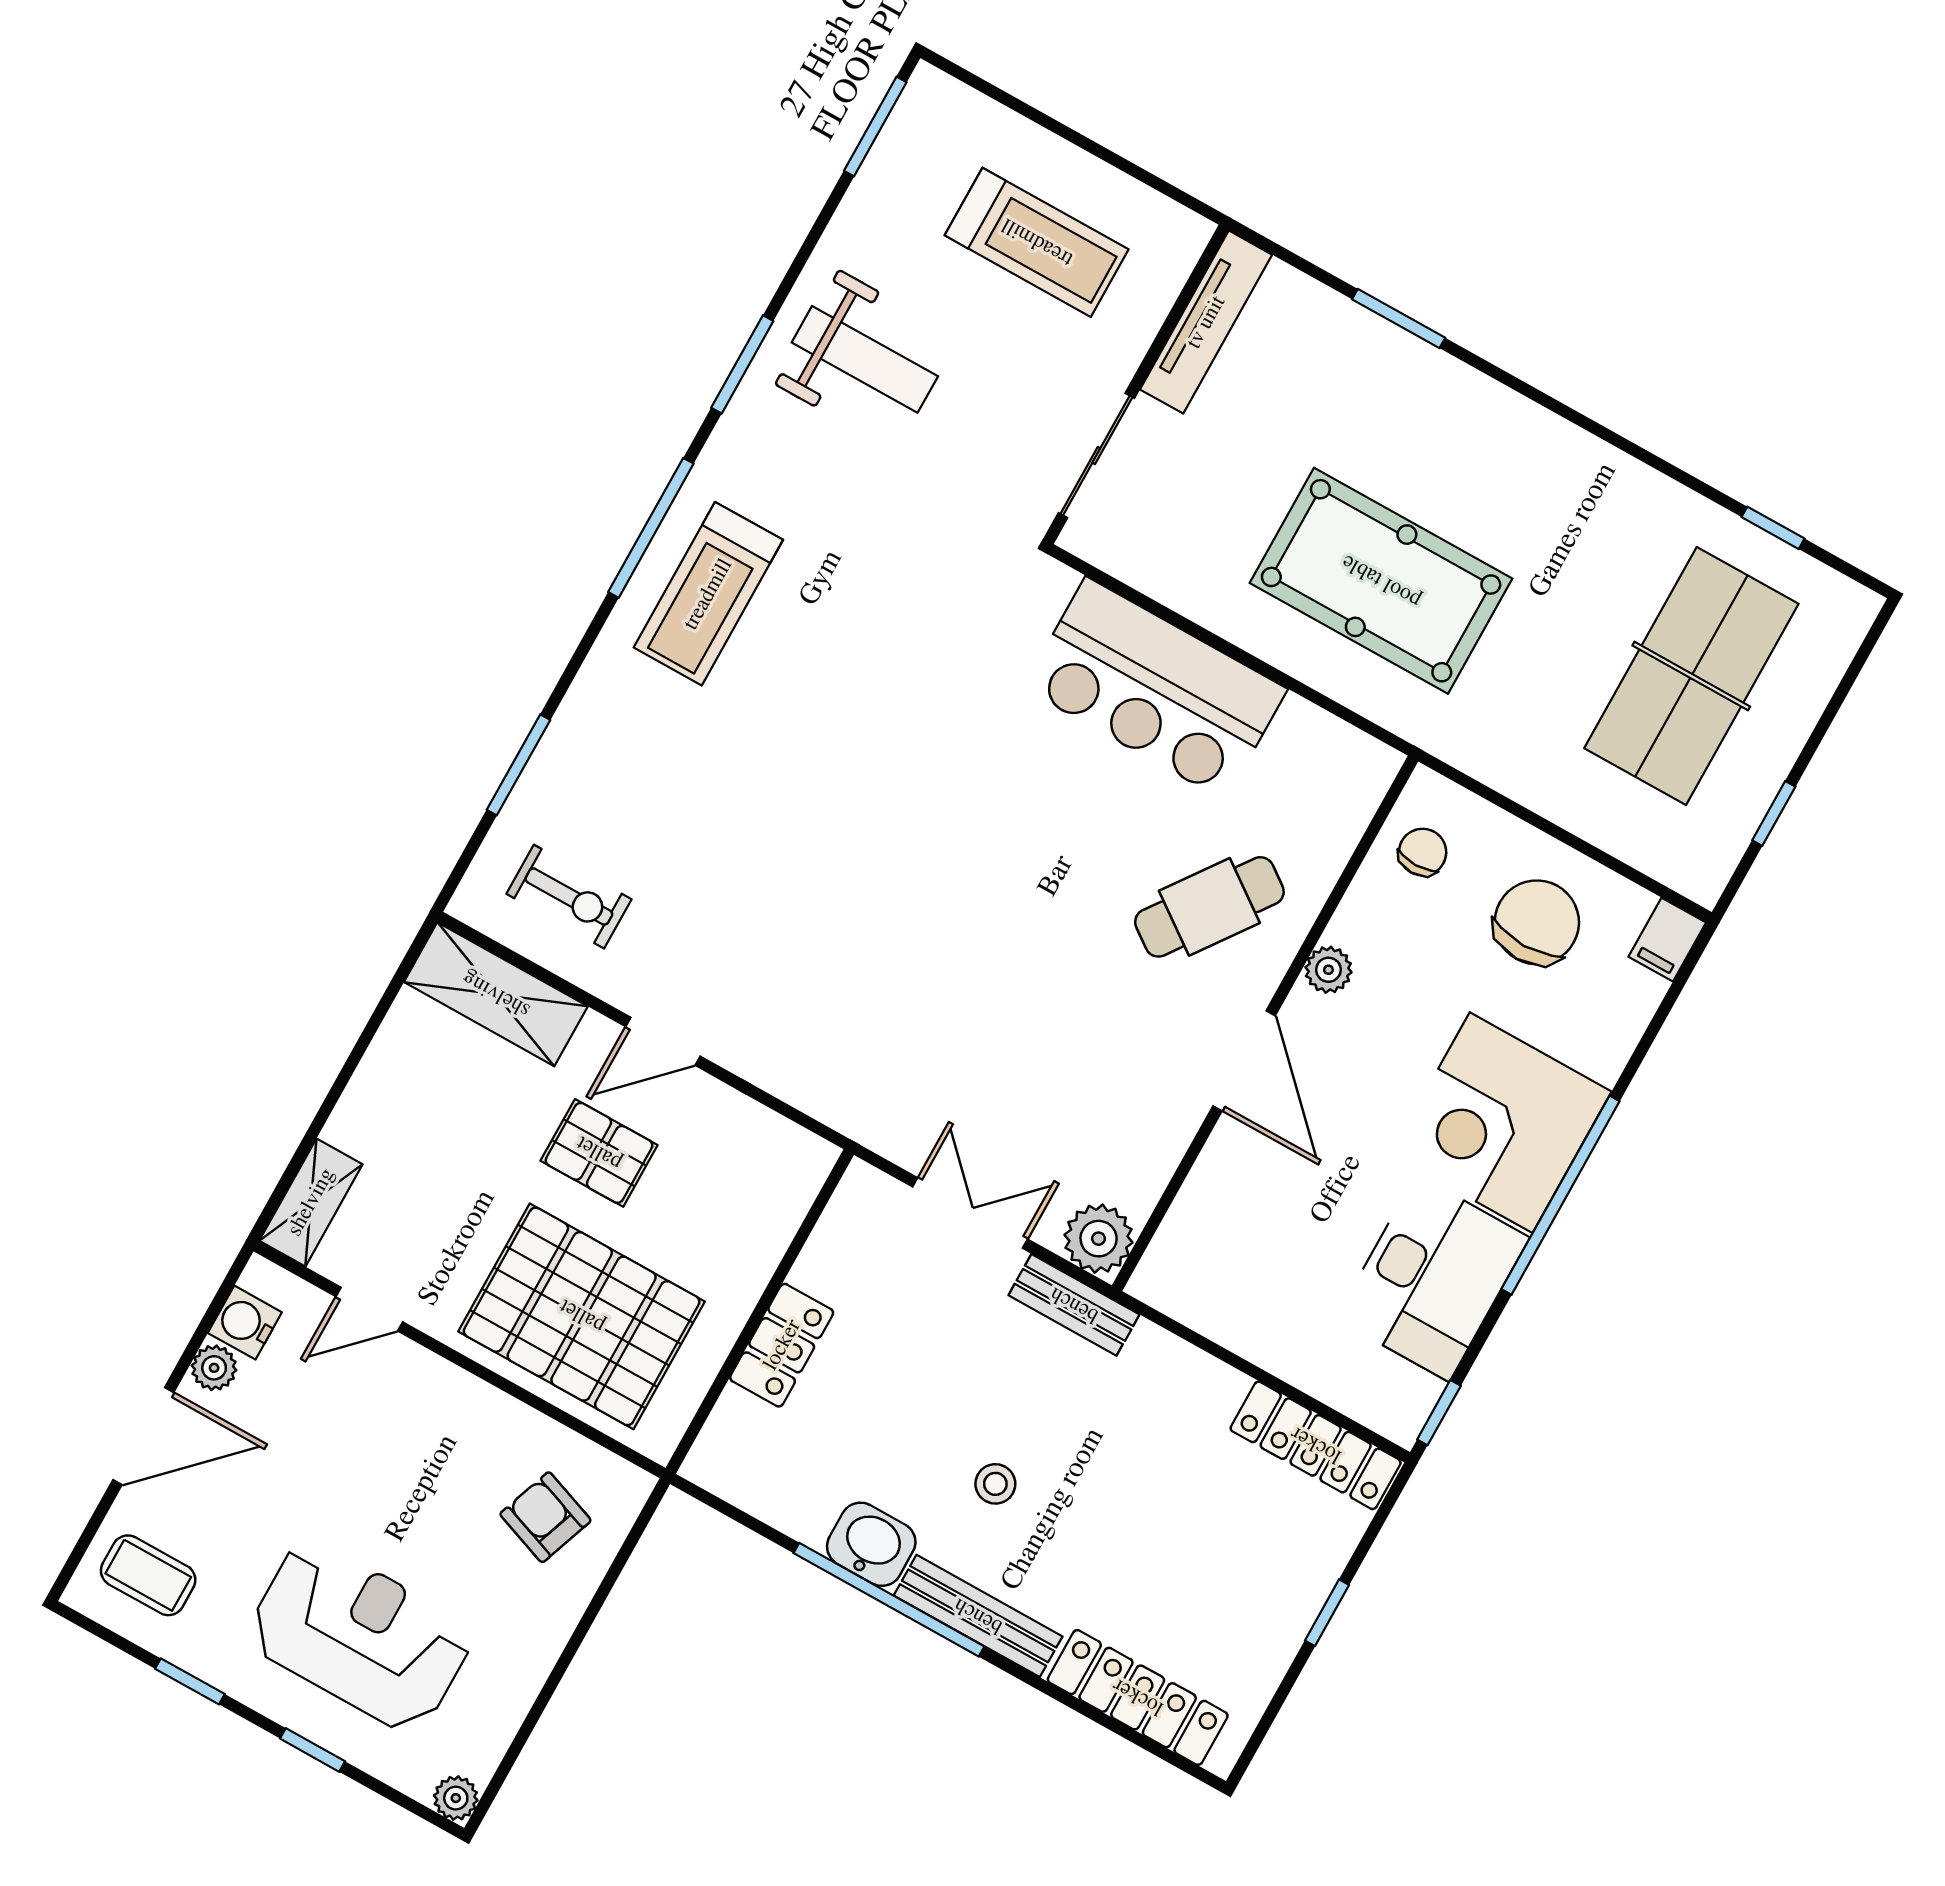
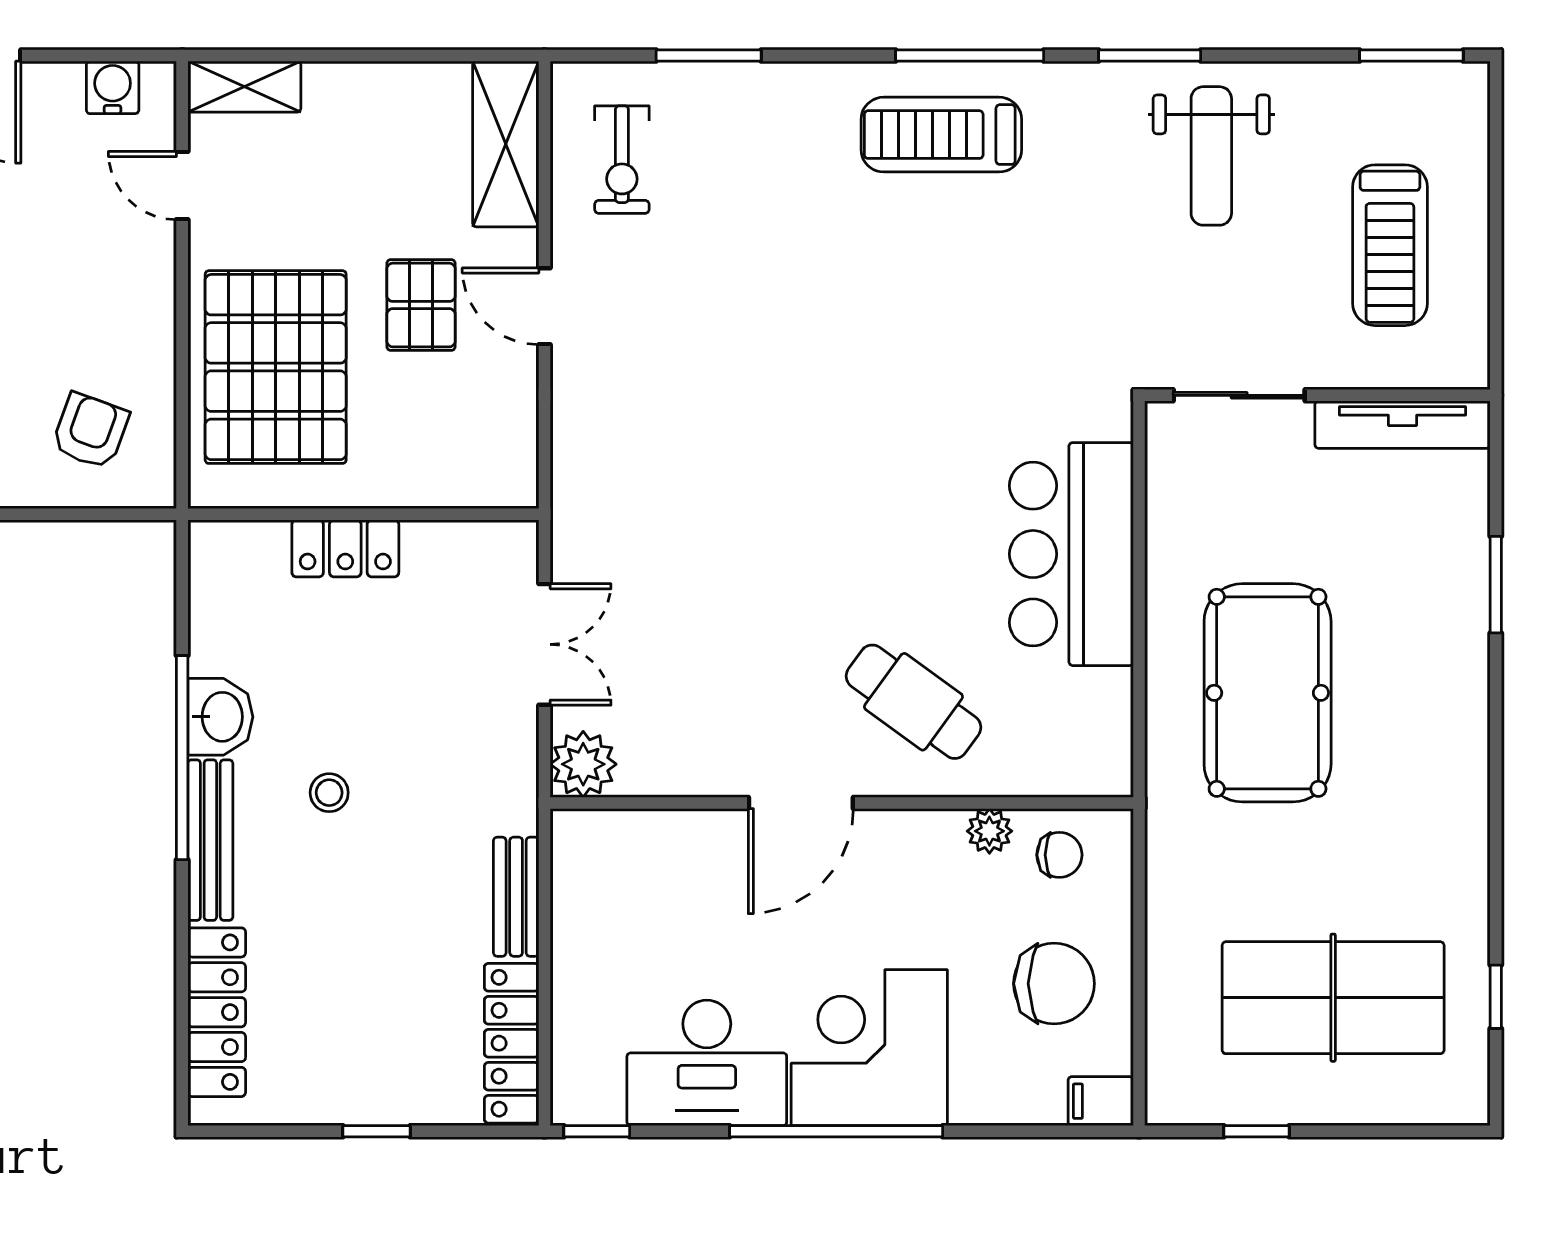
plant: (1328, 970) -> (989, 831), moved
bench: (1074, 1305) -> (516, 897), moved
plant: (214, 1368) -> (60, 83), removed

